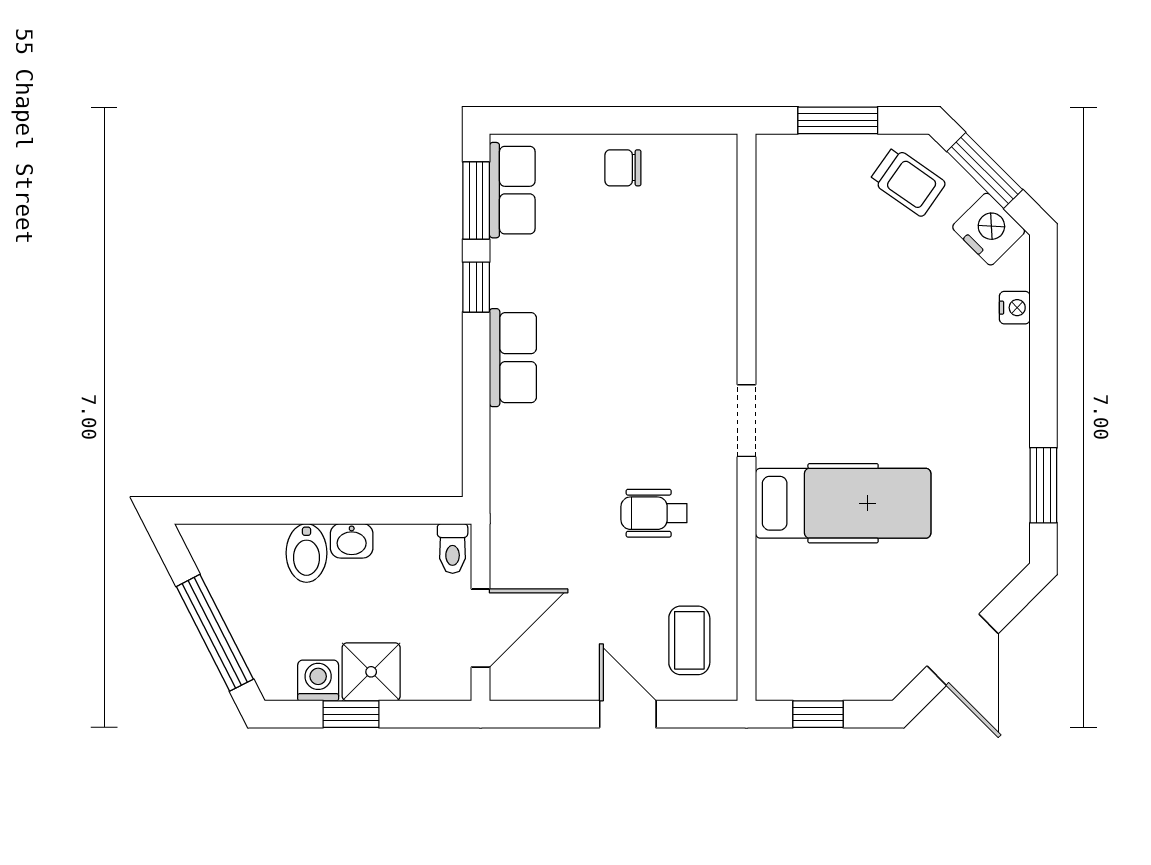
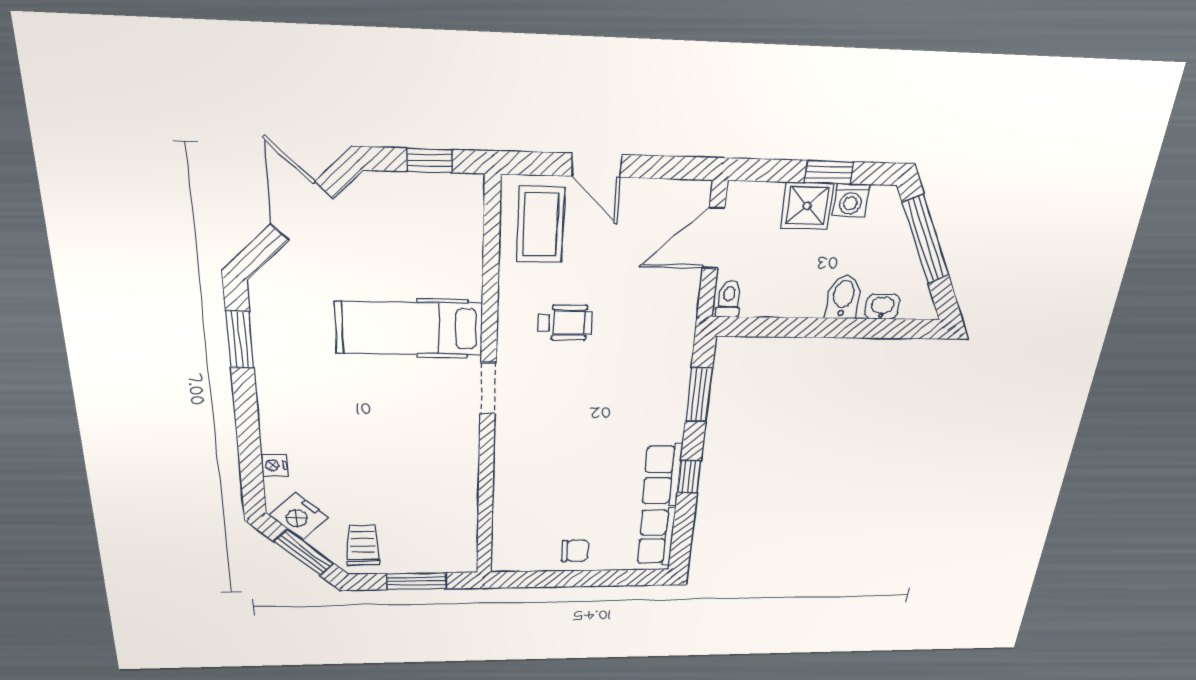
trolley: (908, 182) -> (363, 545), turned 55
window: (476, 201) -> (699, 395), moved
row of seats: (513, 358) -> (662, 475), moved
washbasin: (352, 541) -> (882, 307), moved
coffee table: (689, 640) -> (541, 224), width x1.36, depth x1.30

